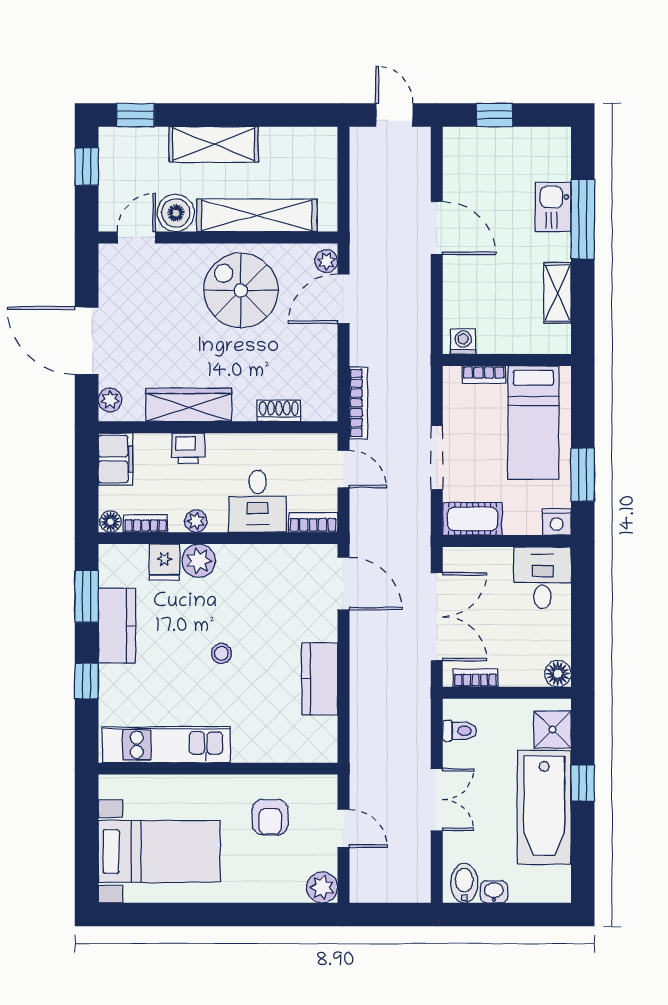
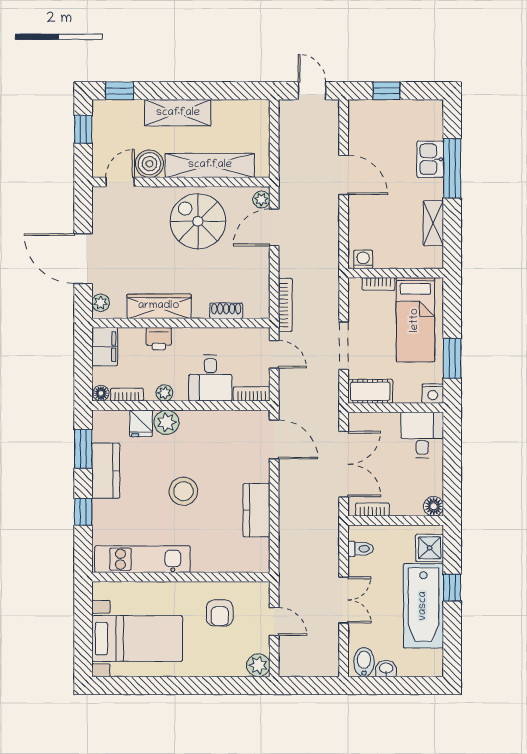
stool: (221, 653) -> (183, 491), width x1.89, depth x1.89

